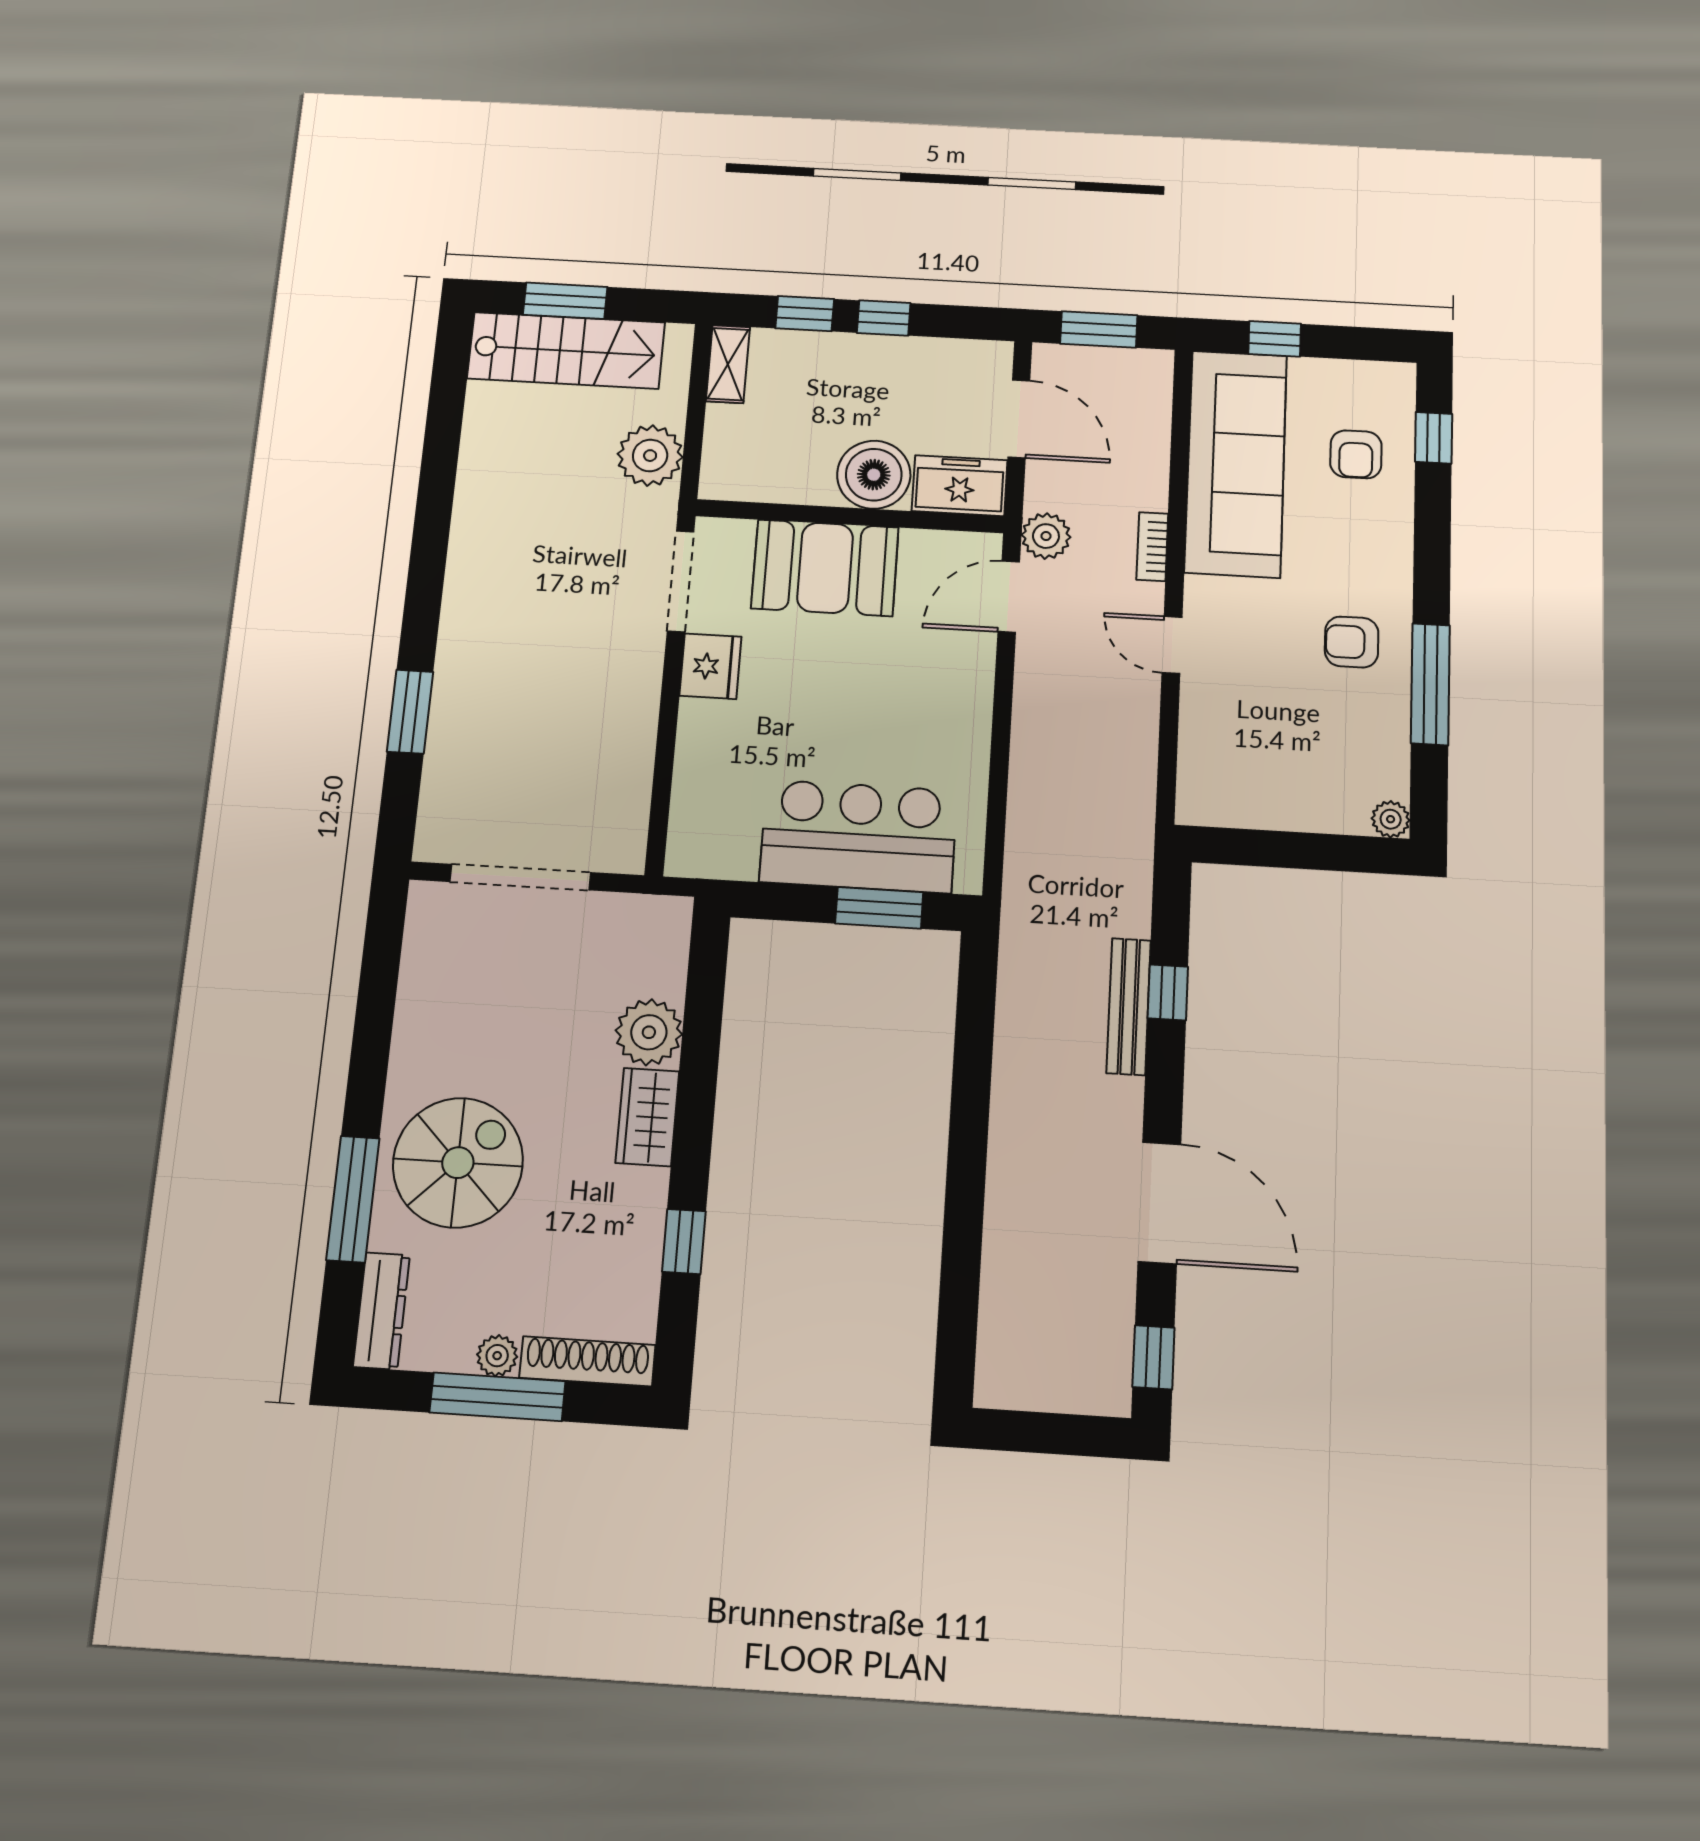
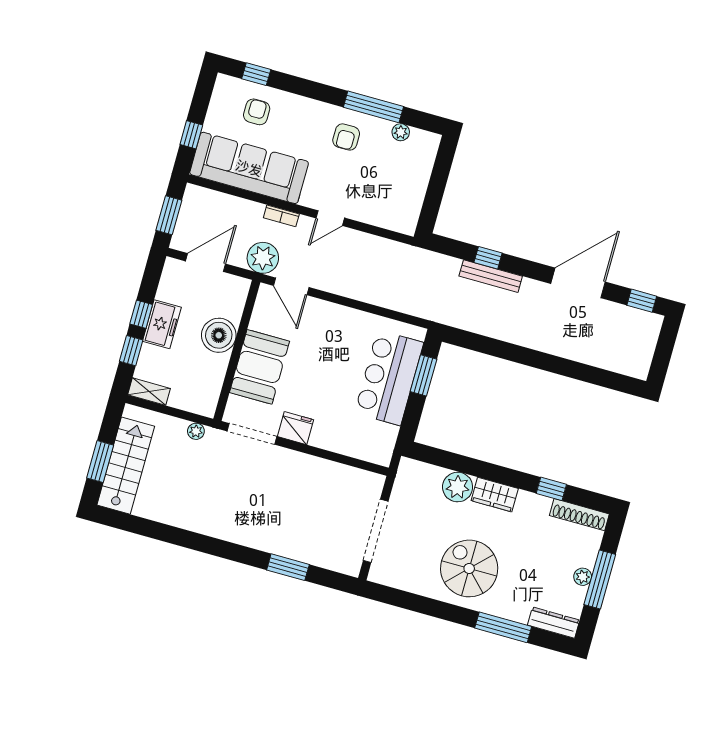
armchair: (1356, 454) -> (257, 112), turned -90
plant: (650, 456) -> (196, 431), width x0.53, depth x0.53
freezer: (960, 486) -> (162, 324), moved, turned 180
plant: (1046, 536) -> (263, 258), width x1.36, depth x1.36
plant: (1391, 819) -> (401, 132), moved
spiral stairs: (458, 1163) -> (469, 568), moved
shoe rack: (587, 1361) -> (579, 515), moved, turned -90

